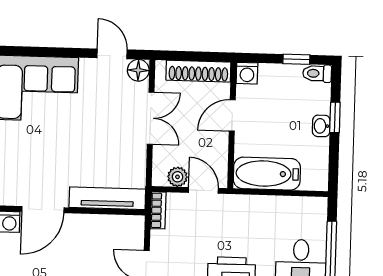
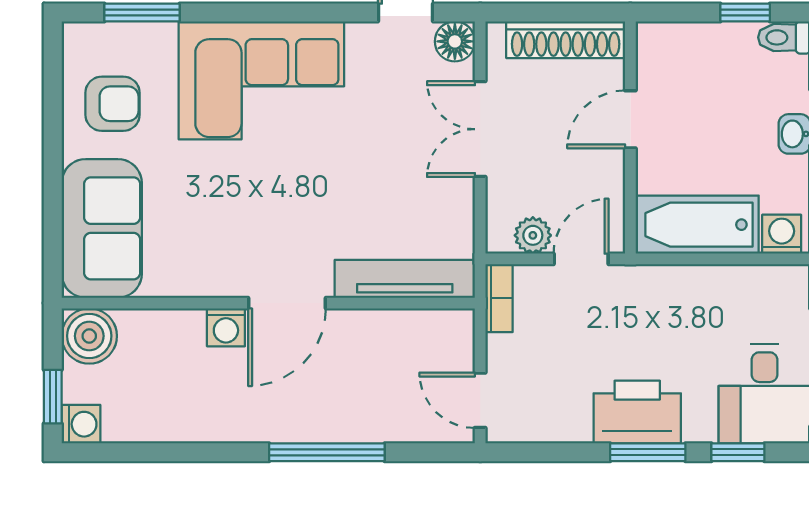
washing machine: (247, 73) -> (782, 234), moved, turned 180
double door: (151, 118) -> (480, 129), swing flipped
door: (203, 190) -> (581, 259), hinge flipped

